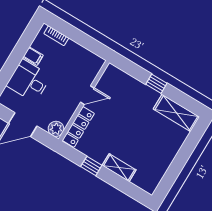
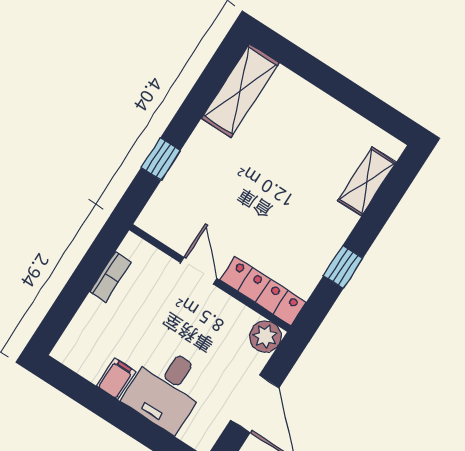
bookcase: (56, 36) -> (110, 277), moved
window: (156, 84) -> (161, 159), moved
shelving: (119, 168) -> (367, 182), moved

